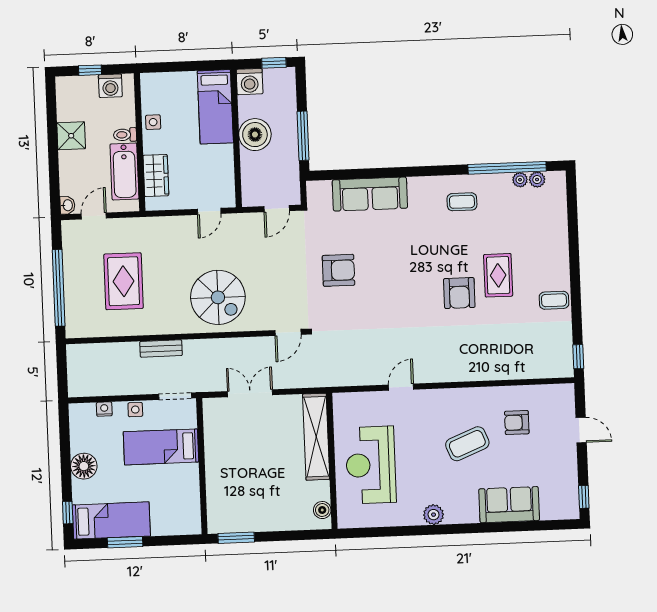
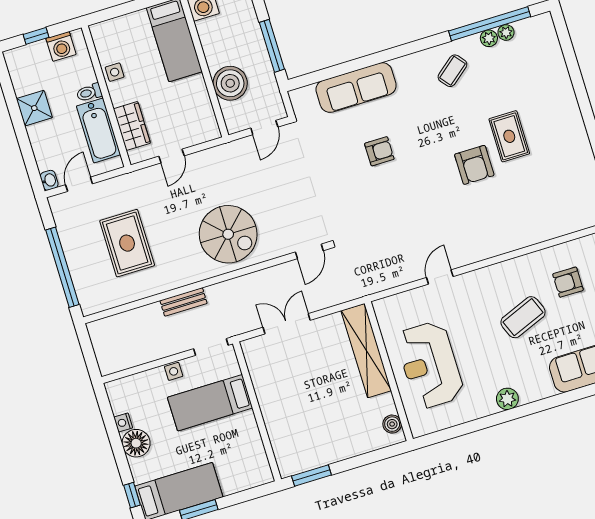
boiler: (255, 135) -> (230, 83), moved
plant: (537, 180) -> (489, 38), moved
coffee table: (462, 202) -> (452, 71), turned -39
door: (209, 211) -> (171, 156), moved
armchair: (339, 270) -> (379, 151), moved, width x0.72, depth x0.72
coffee table: (554, 300) -> (573, 147), removed
nightstand: (104, 409) -> (123, 423), moved, turned -90

